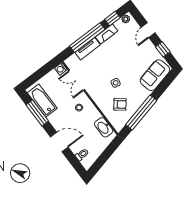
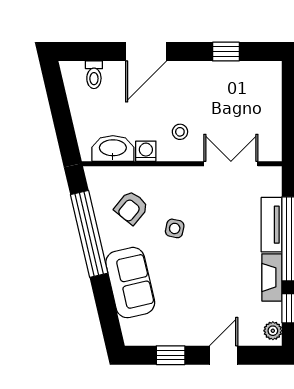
door: (148, 30) -> (224, 355), hinge flipped
washing machine: (61, 69) -> (146, 151), moved
sofa: (155, 75) -> (130, 283), moved
bathtub: (42, 101) -> (241, 77), removed
window: (37, 113) -> (226, 52), width x0.46

